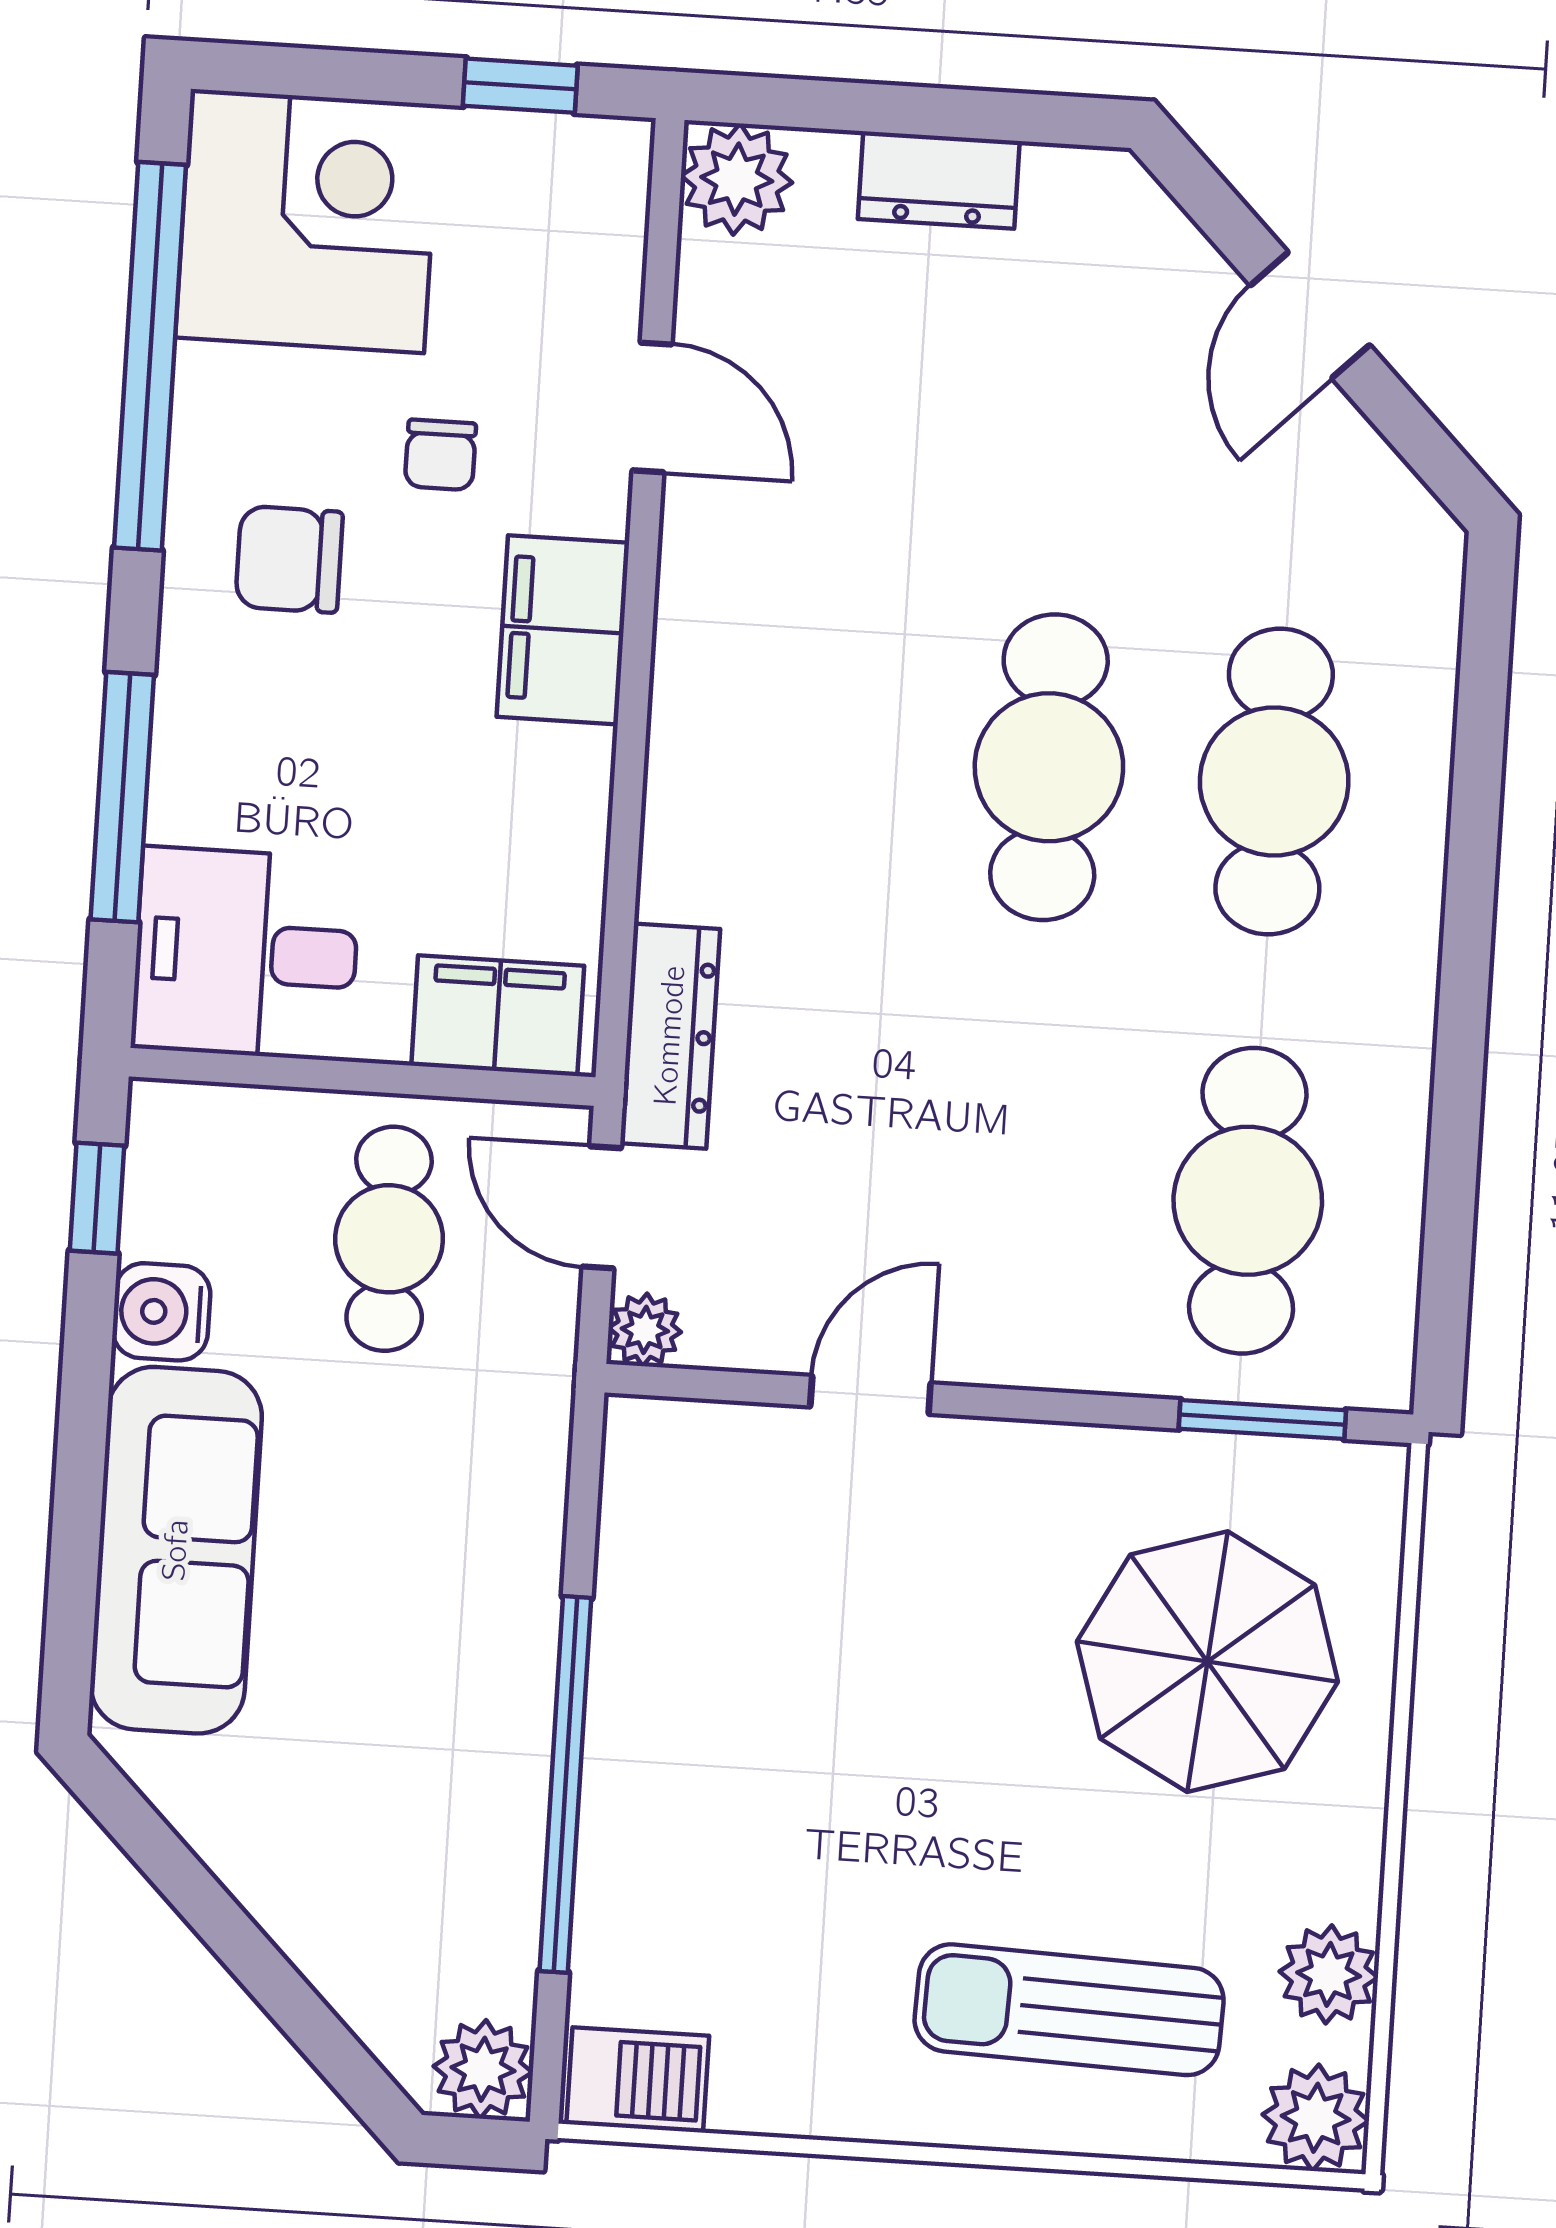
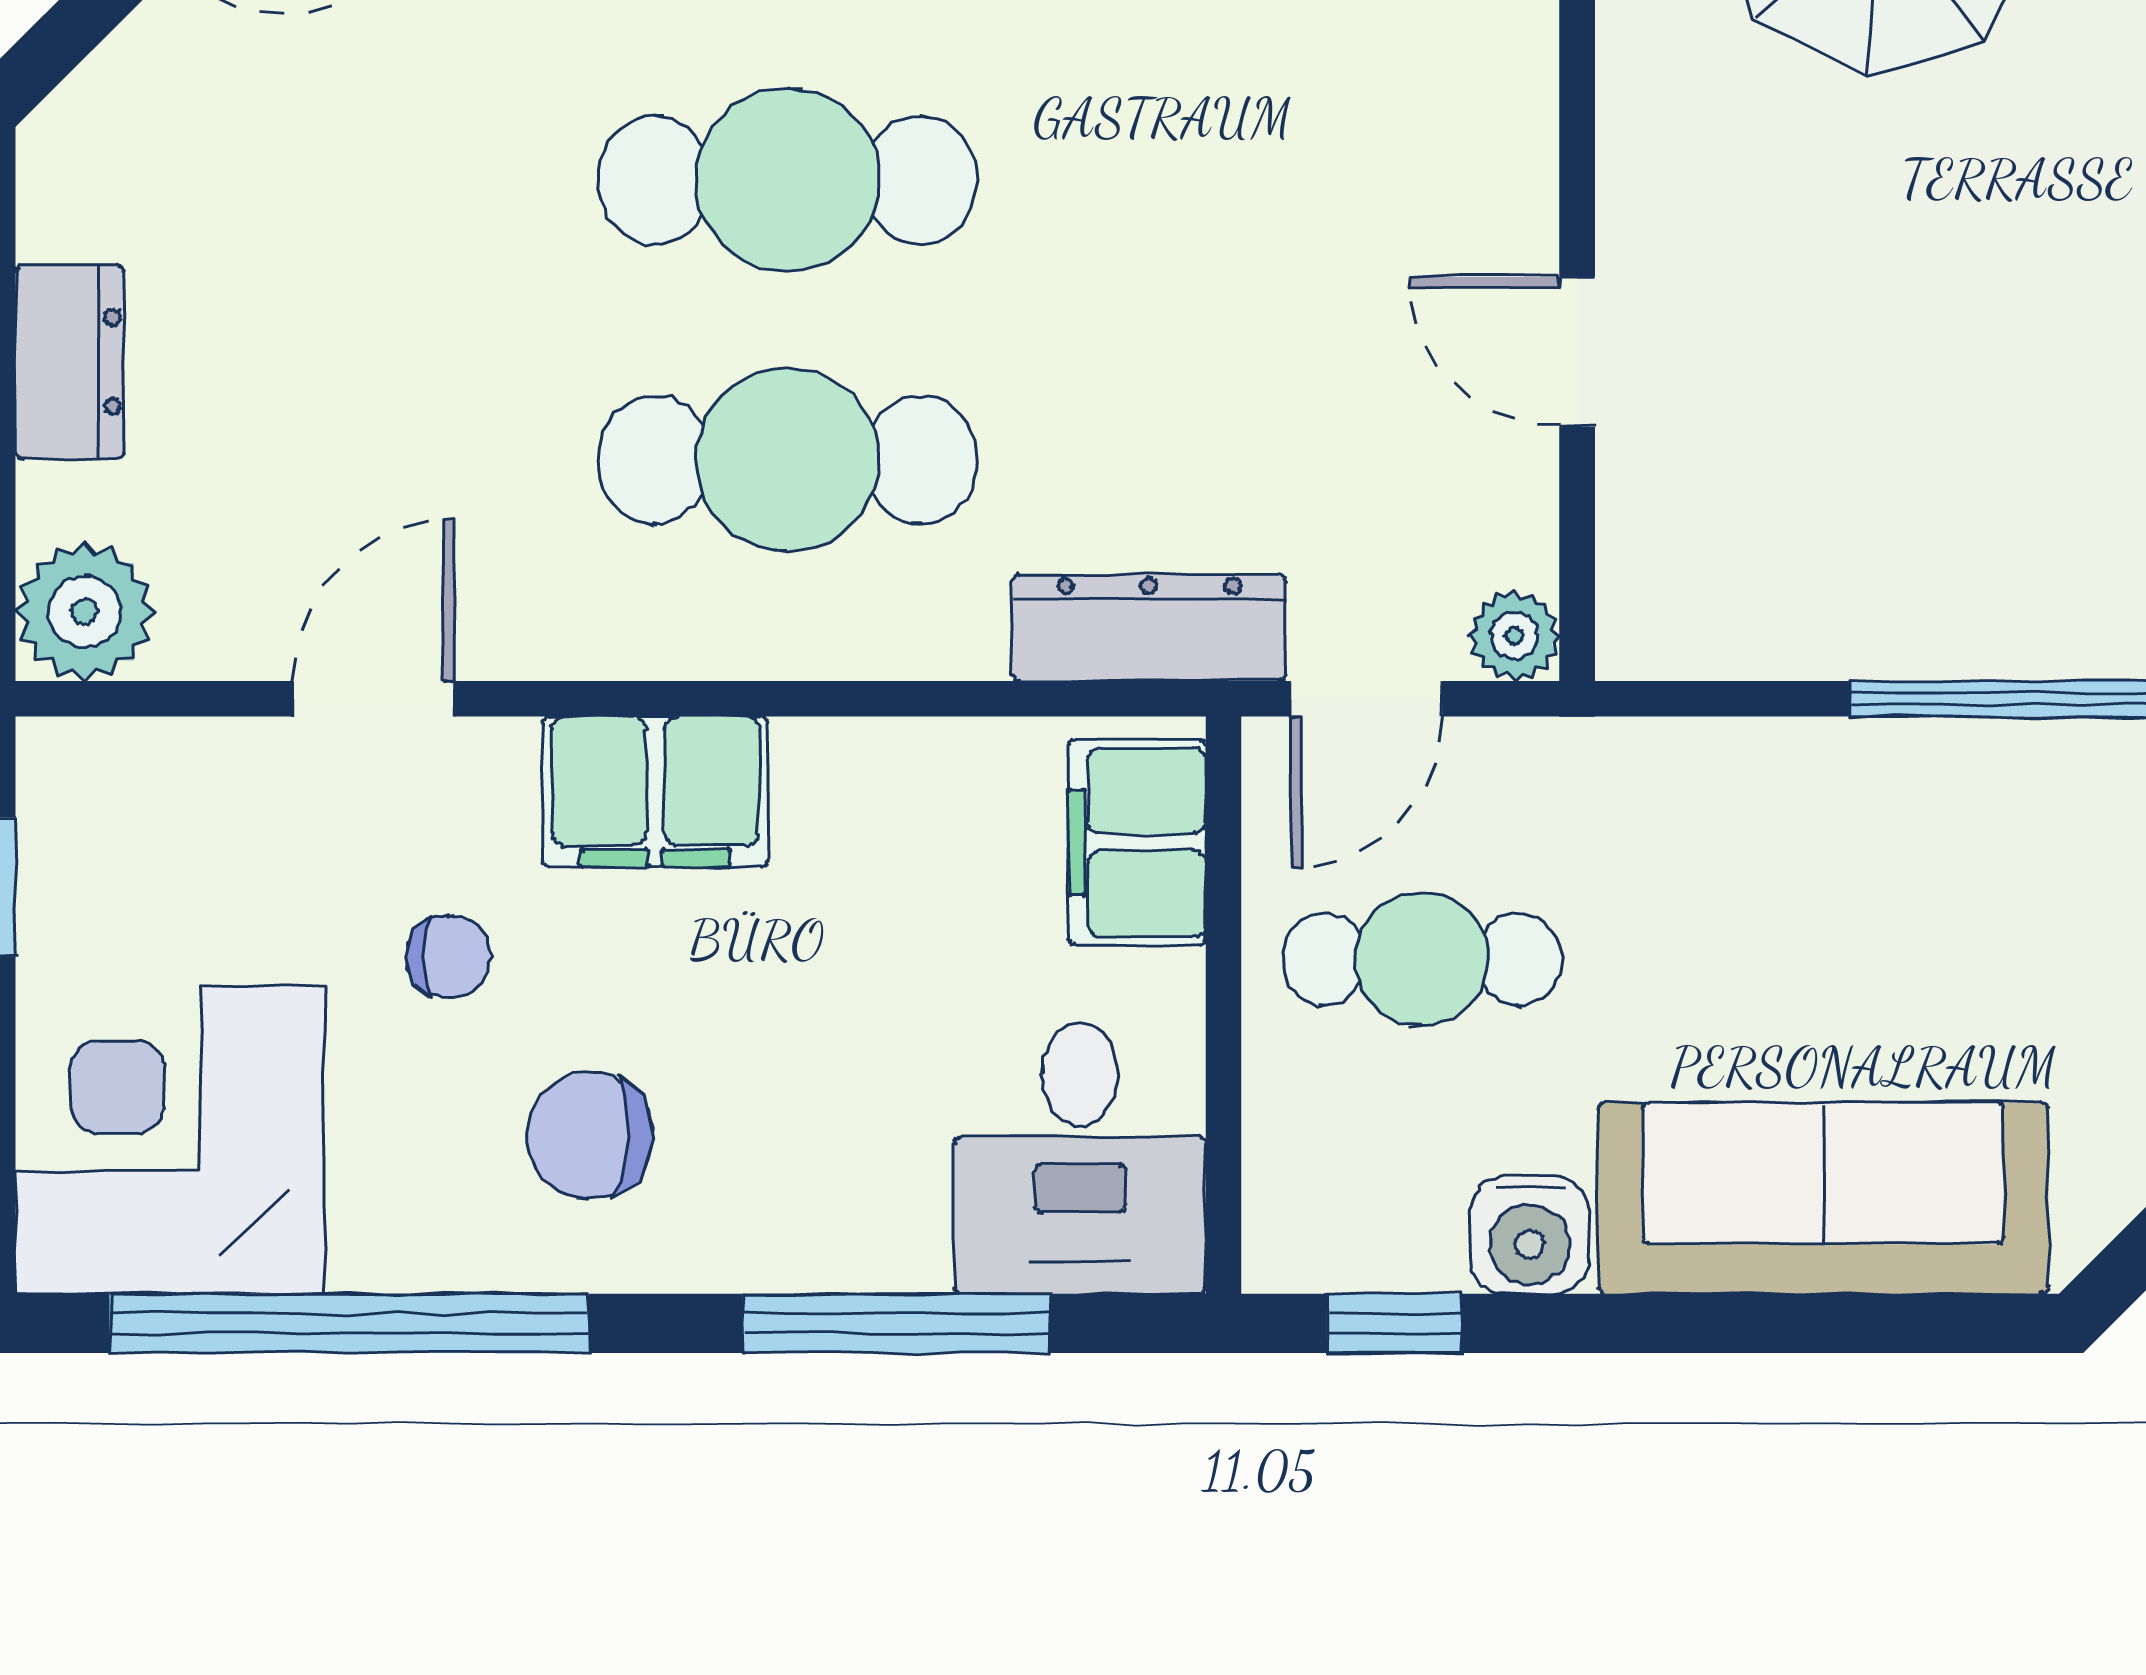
chair: (289, 559) -> (589, 1136), turned 93
cafe table: (824, 753) -> (787, 460), added

